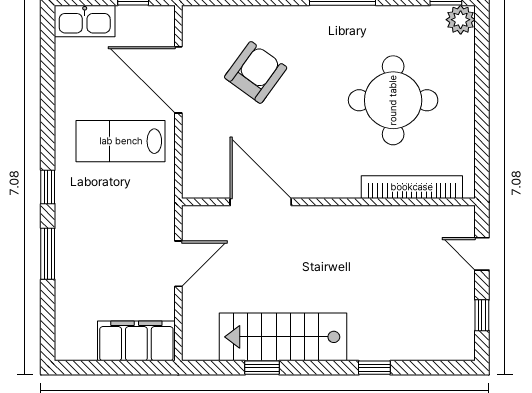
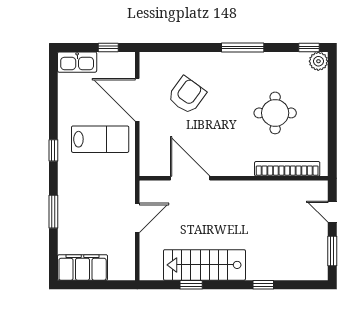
round table: (393, 100) -> (275, 113), width x0.73, depth x0.73
lab bench: (121, 141) -> (100, 139), turned 180
window: (48, 187) -> (53, 150), moved
window: (482, 315) -> (332, 251), width x1.50
filing cabinet: (136, 341) -> (83, 267), moved

